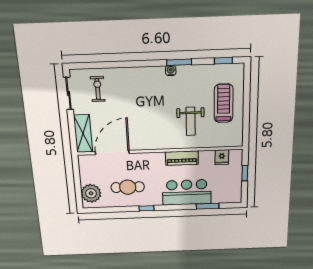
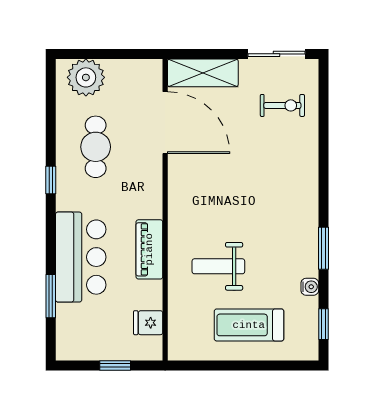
water cooler: (171, 71) -> (310, 287), moved
treadmill: (224, 103) -> (249, 325), turned 180

